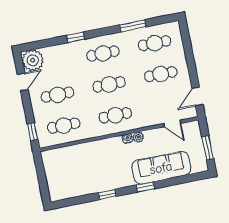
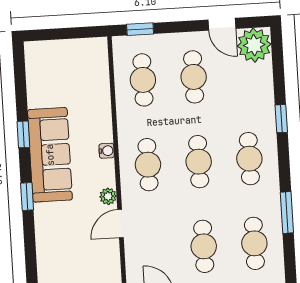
door: (172, 123) -> (120, 224), moved
water cooler: (127, 138) -> (107, 151), moved
sofa: (161, 168) -> (50, 155), moved

